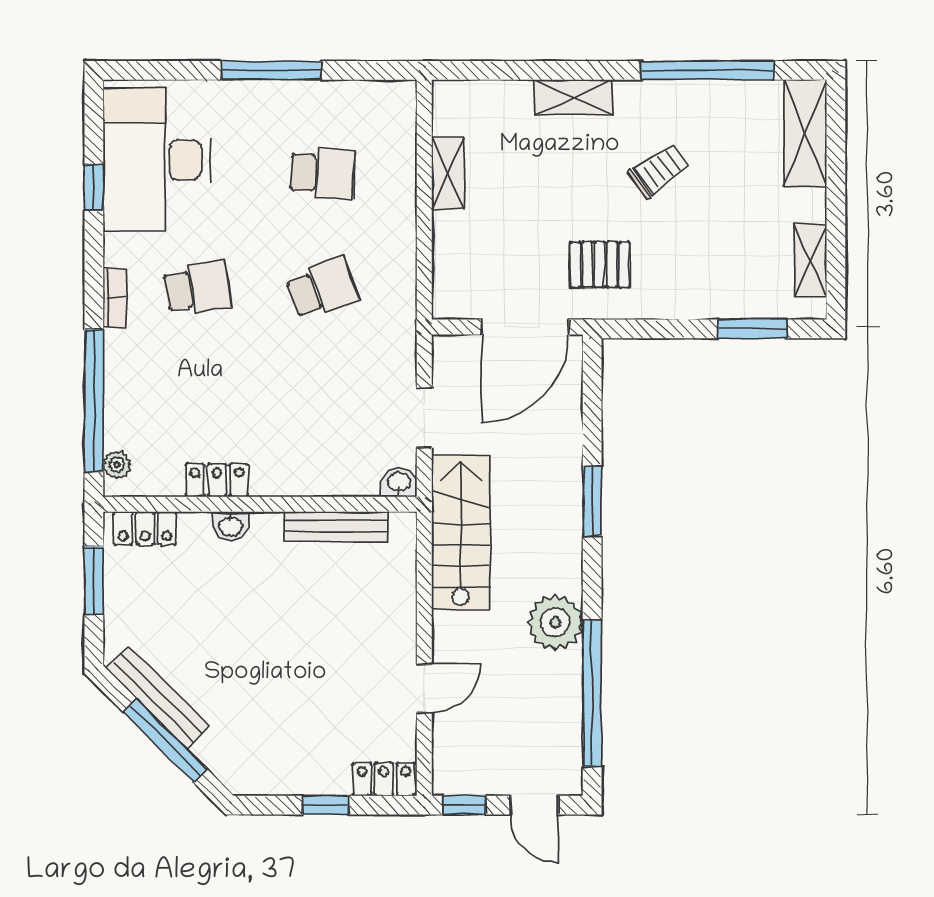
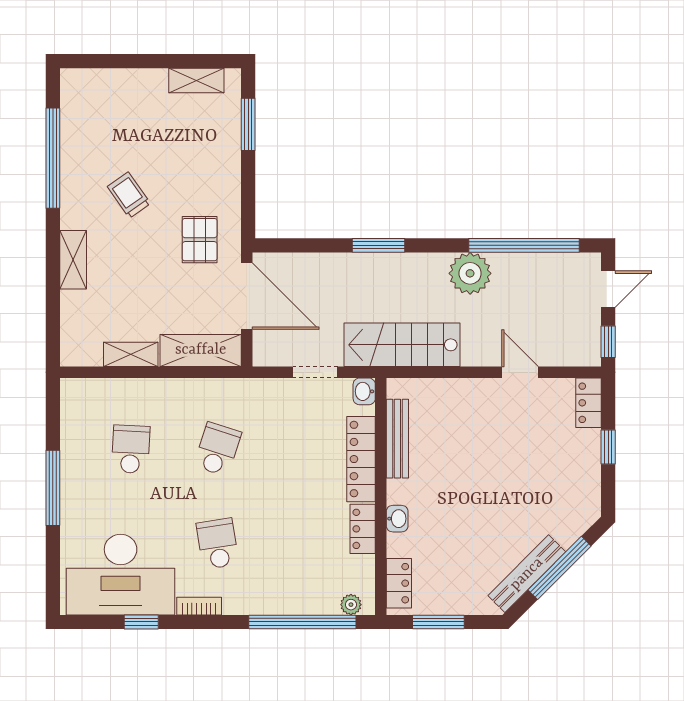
shelving: (805, 133) -> (201, 350), moved
school desk: (322, 288) -> (218, 449), turned 39
bookcase: (115, 298) -> (199, 606), moved
locker: (309, 478) -> (361, 459), added

